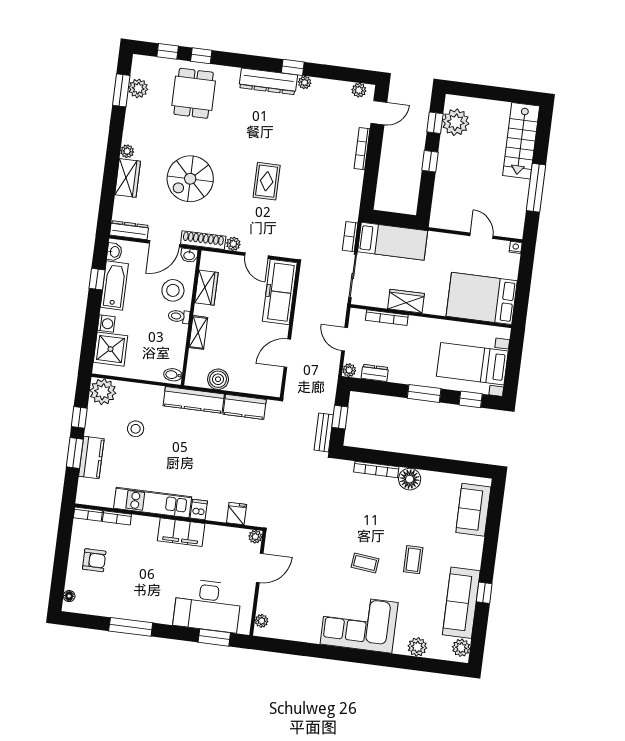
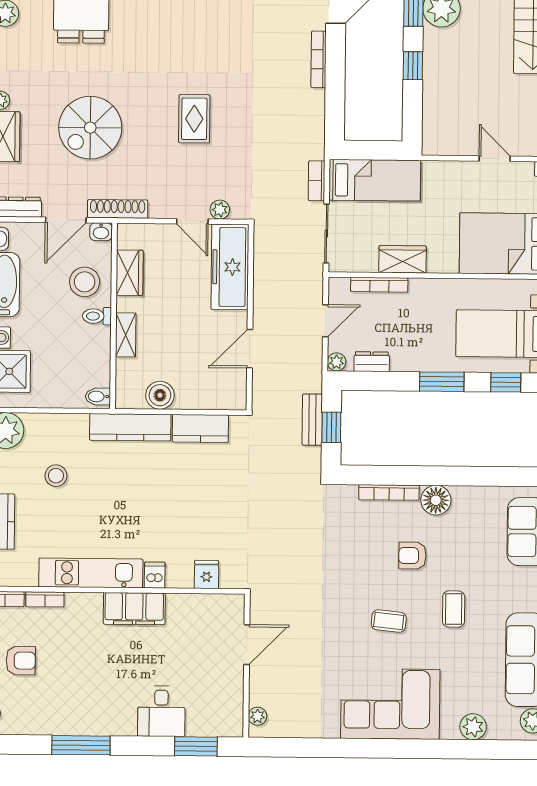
plant: (233, 244) -> (220, 210), moved
door: (345, 339) -> (325, 321), swing flipped
bench: (324, 432) -> (312, 420), moved
armchair: (388, 517) -> (412, 556), added
plant: (255, 537) -> (236, 603), removed
desk: (208, 605) -> (161, 711), width x0.53, depth x0.77

